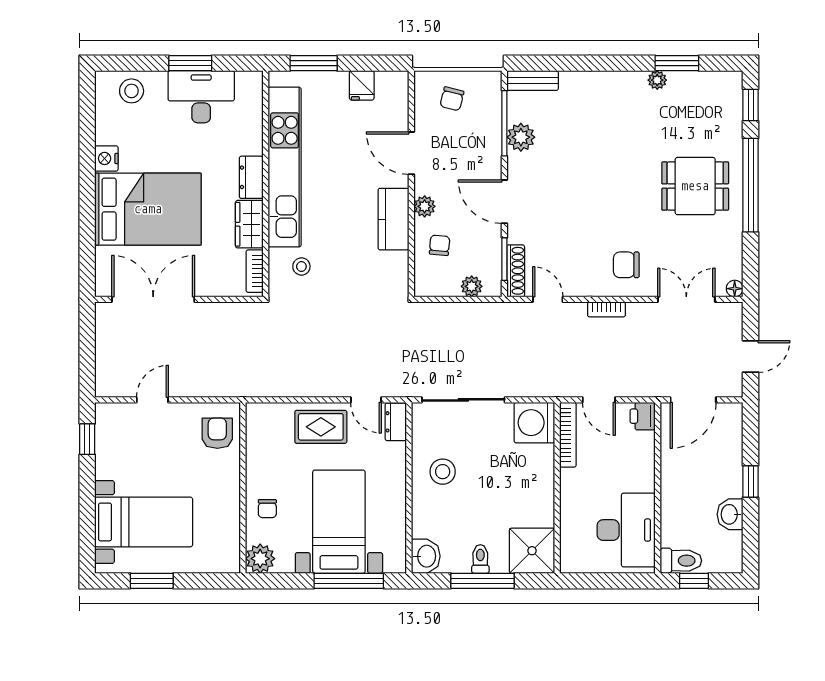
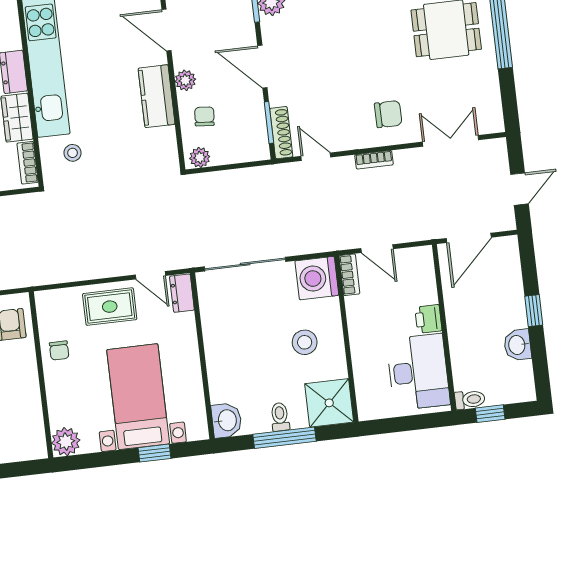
chair: (626, 265) -> (388, 114), turned 180
plant: (472, 286) -> (200, 157), moved
floor lamp: (735, 289) -> (496, 125), removed
printer: (643, 416) -> (428, 319), moved
bookcase: (568, 435) -> (349, 275), width x0.64
stool: (443, 472) -> (305, 342), moved
chair: (267, 509) -> (59, 350), moved
toilet: (681, 561) -> (470, 400), width x0.73, depth x0.72
window: (349, 581) -> (154, 453), width x0.46

